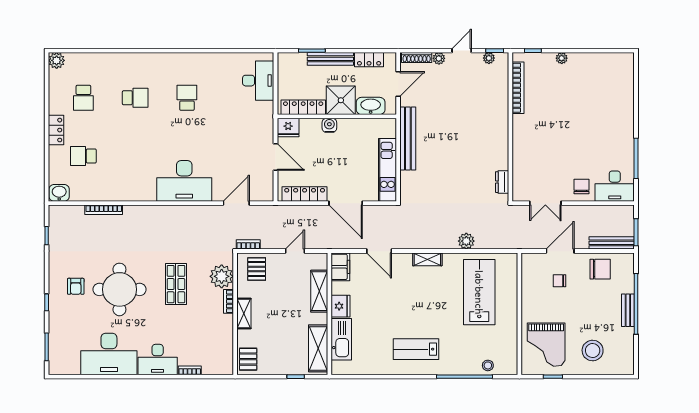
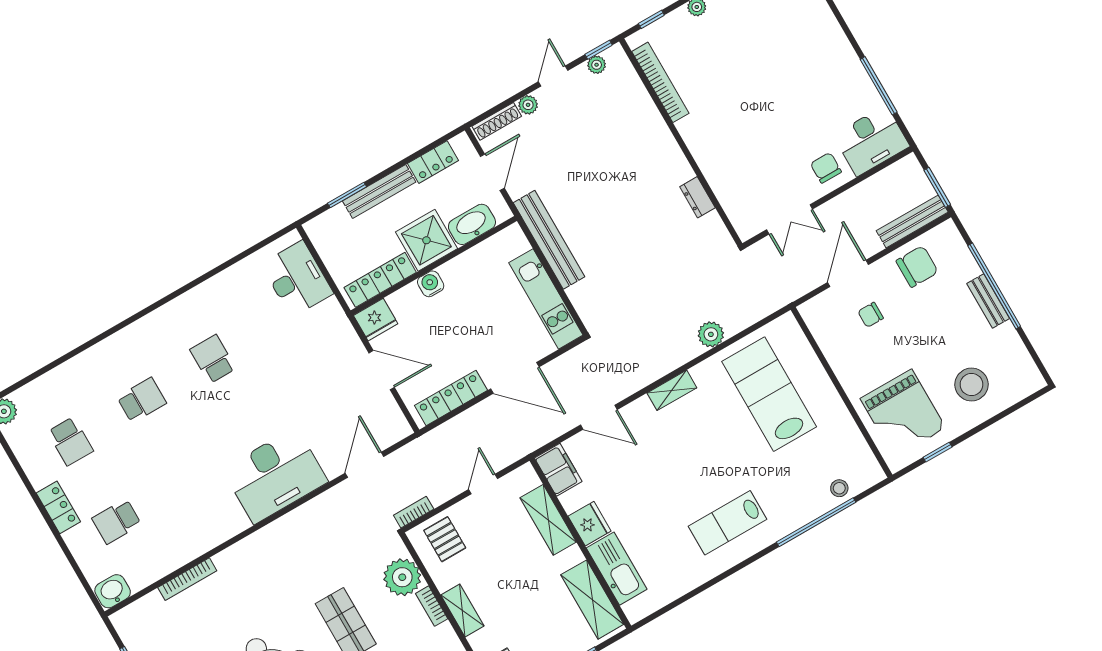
dresser: (502, 182) -> (697, 197), moved

